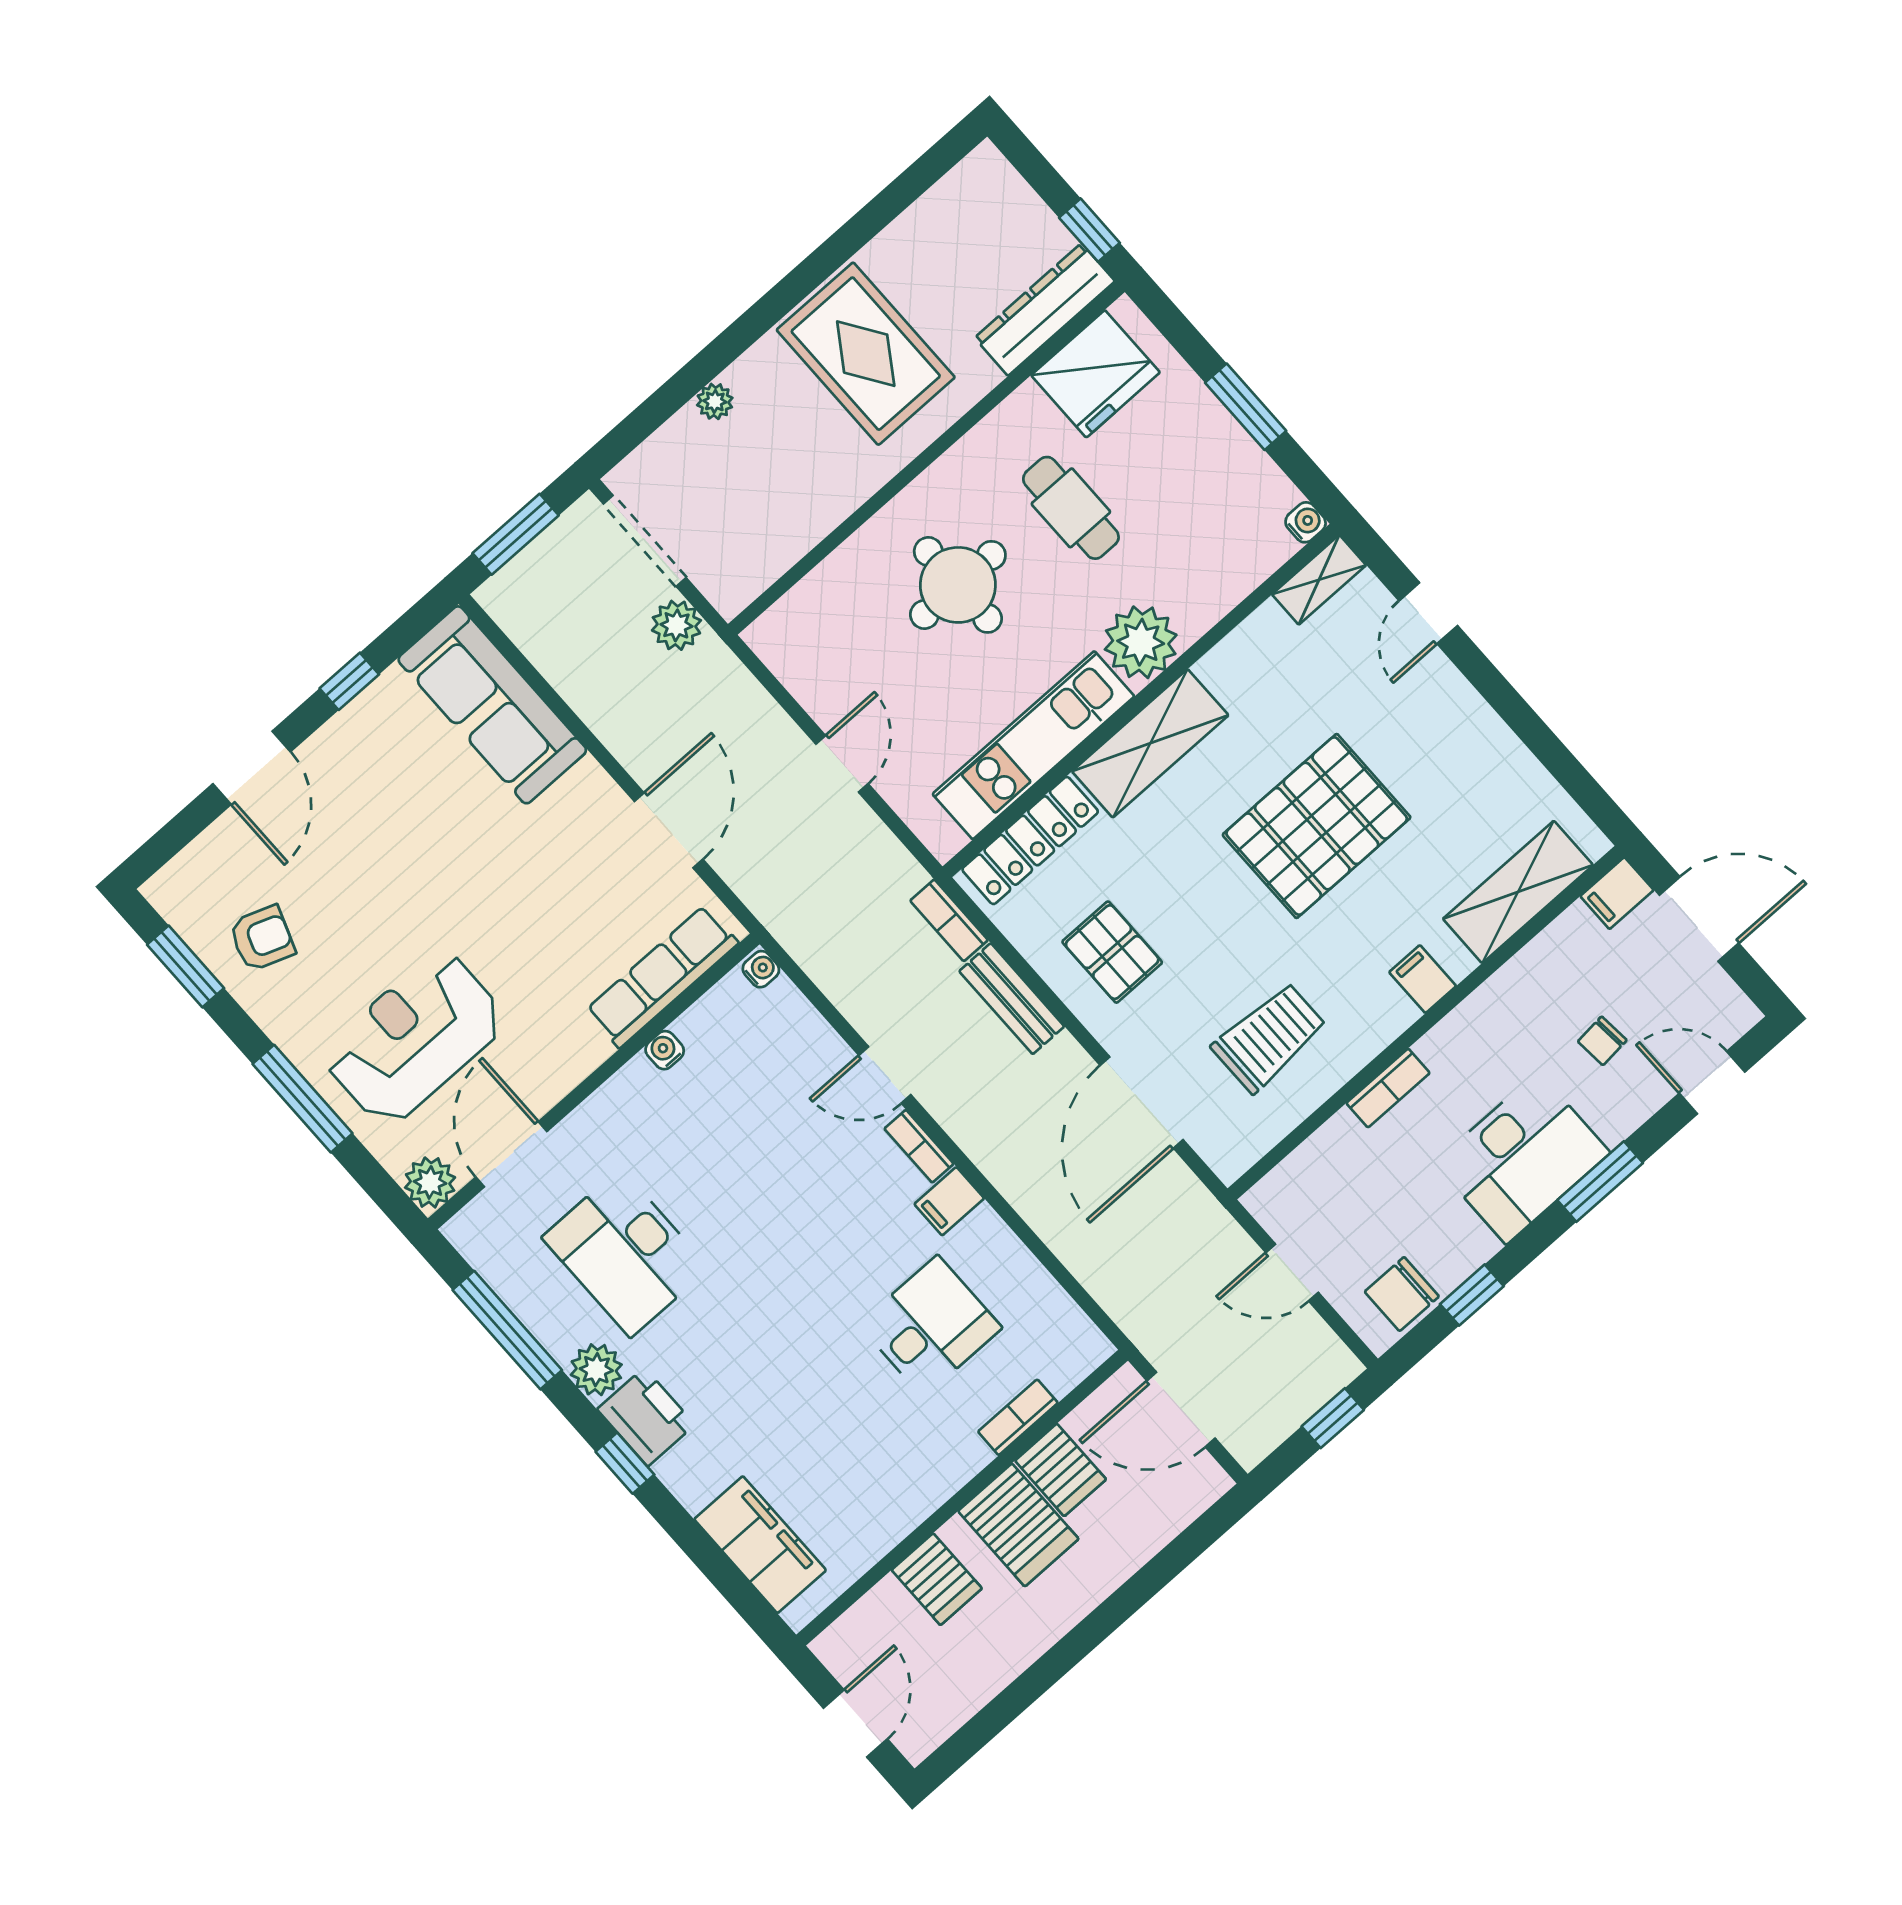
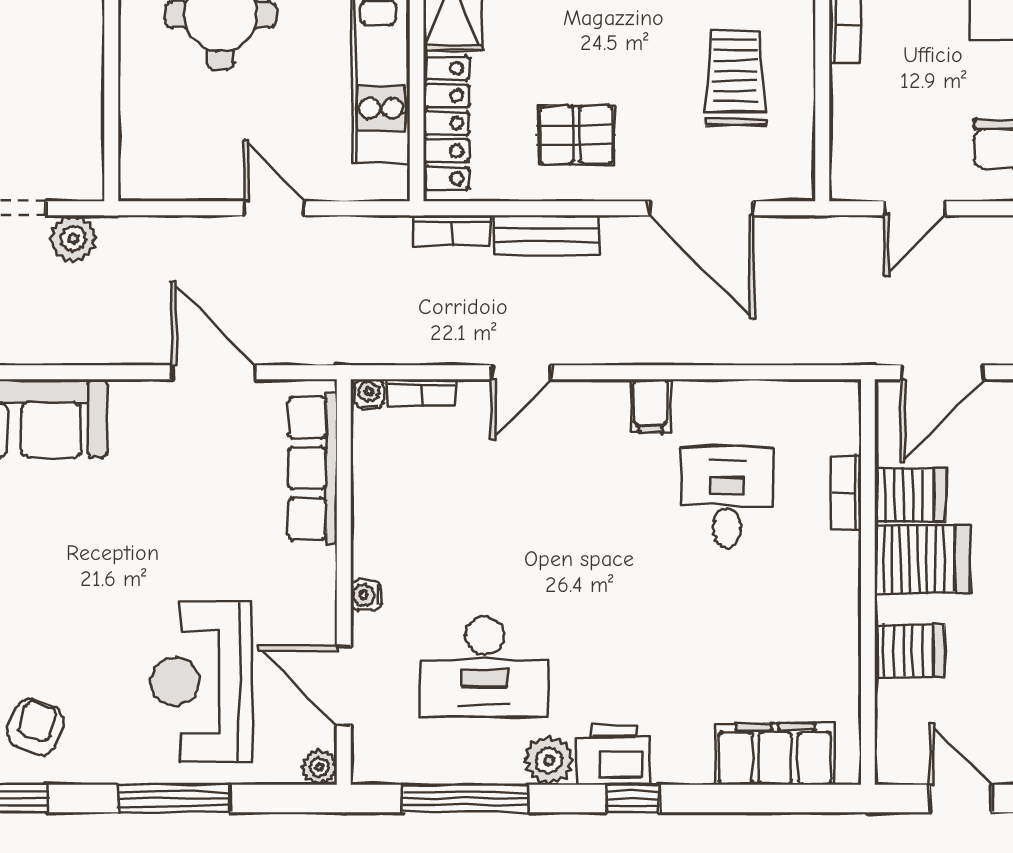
water cooler: (665, 1050) -> (366, 595), moved
bookcase: (919, 1146) -> (421, 393), moved
plant: (430, 1182) -> (319, 767), width x0.73, depth x0.73

